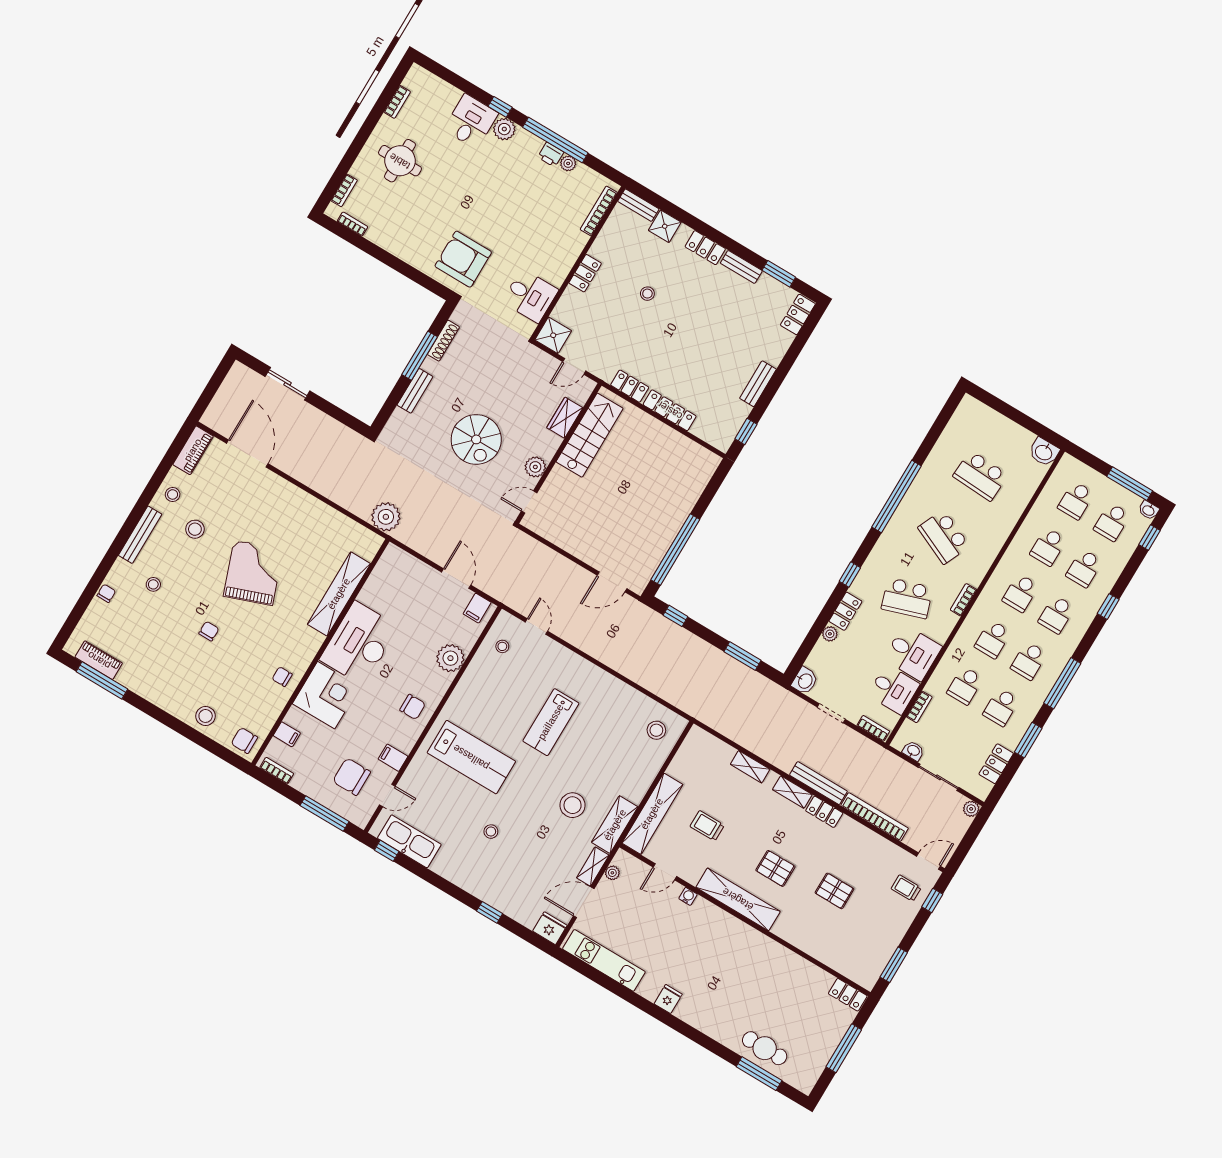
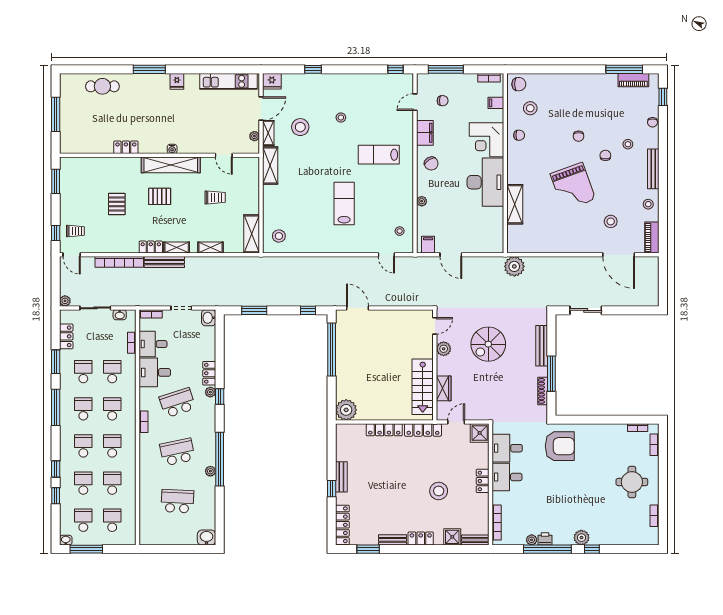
desk: (471, 121) -> (507, 477), moved, turned 90
stool: (647, 294) -> (439, 491), width x1.89, depth x1.89
locker: (798, 314) -> (342, 525), width x1.53
sliding door: (288, 384) -> (586, 310), moved
locker: (630, 386) -> (423, 430), width x1.53
bench: (415, 391) -> (542, 346), width x1.36
window: (746, 432) -> (332, 489), moved
spiral stairs: (476, 439) -> (488, 344), turned -90
washbasin: (1044, 452) -> (207, 538), moved
plant: (702, 463) -> (346, 410), added
plant: (917, 488) -> (210, 471), added
stool: (195, 529) -> (611, 221), moved
school desk: (944, 537) -> (177, 452), turned -36
window: (1149, 538) -> (56, 496), moved
door: (612, 582) -> (358, 308), hinge flipped
chair: (190, 587) -> (605, 155), added
shelving: (339, 594) -> (515, 204), width x0.68
window: (75, 617) -> (663, 97), added
plant: (830, 634) -> (210, 392), moved
plant: (450, 658) -> (422, 201), width x0.53, depth x0.53
chair: (413, 707) -> (431, 163), turned -122
stool: (206, 716) -> (530, 108), moved
lab bench: (471, 757) -> (379, 155), width x0.73, depth x0.72
filing cabinet: (393, 758) -> (425, 133), width x2.00
chair: (352, 777) -> (443, 101), width x0.54, depth x0.54
stool: (573, 805) -> (300, 127), moved
shelving: (652, 814) -> (252, 234), moved, width x0.68
kitchen sink: (409, 841) -> (386, 83), removed
door: (929, 861) -> (72, 255), hinge flipped
door: (665, 872) -> (224, 155), swing flipped
pallet: (834, 891) -> (117, 204), turned 90
water cooler: (688, 896) -> (172, 149), moved
locker: (848, 995) -> (126, 147), moved
window: (759, 1074) -> (149, 69), moved

